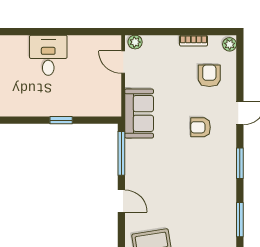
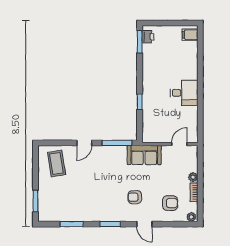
plant: (135, 42) -> (193, 177), moved
armchair: (201, 127) -> (135, 197), turned -90

